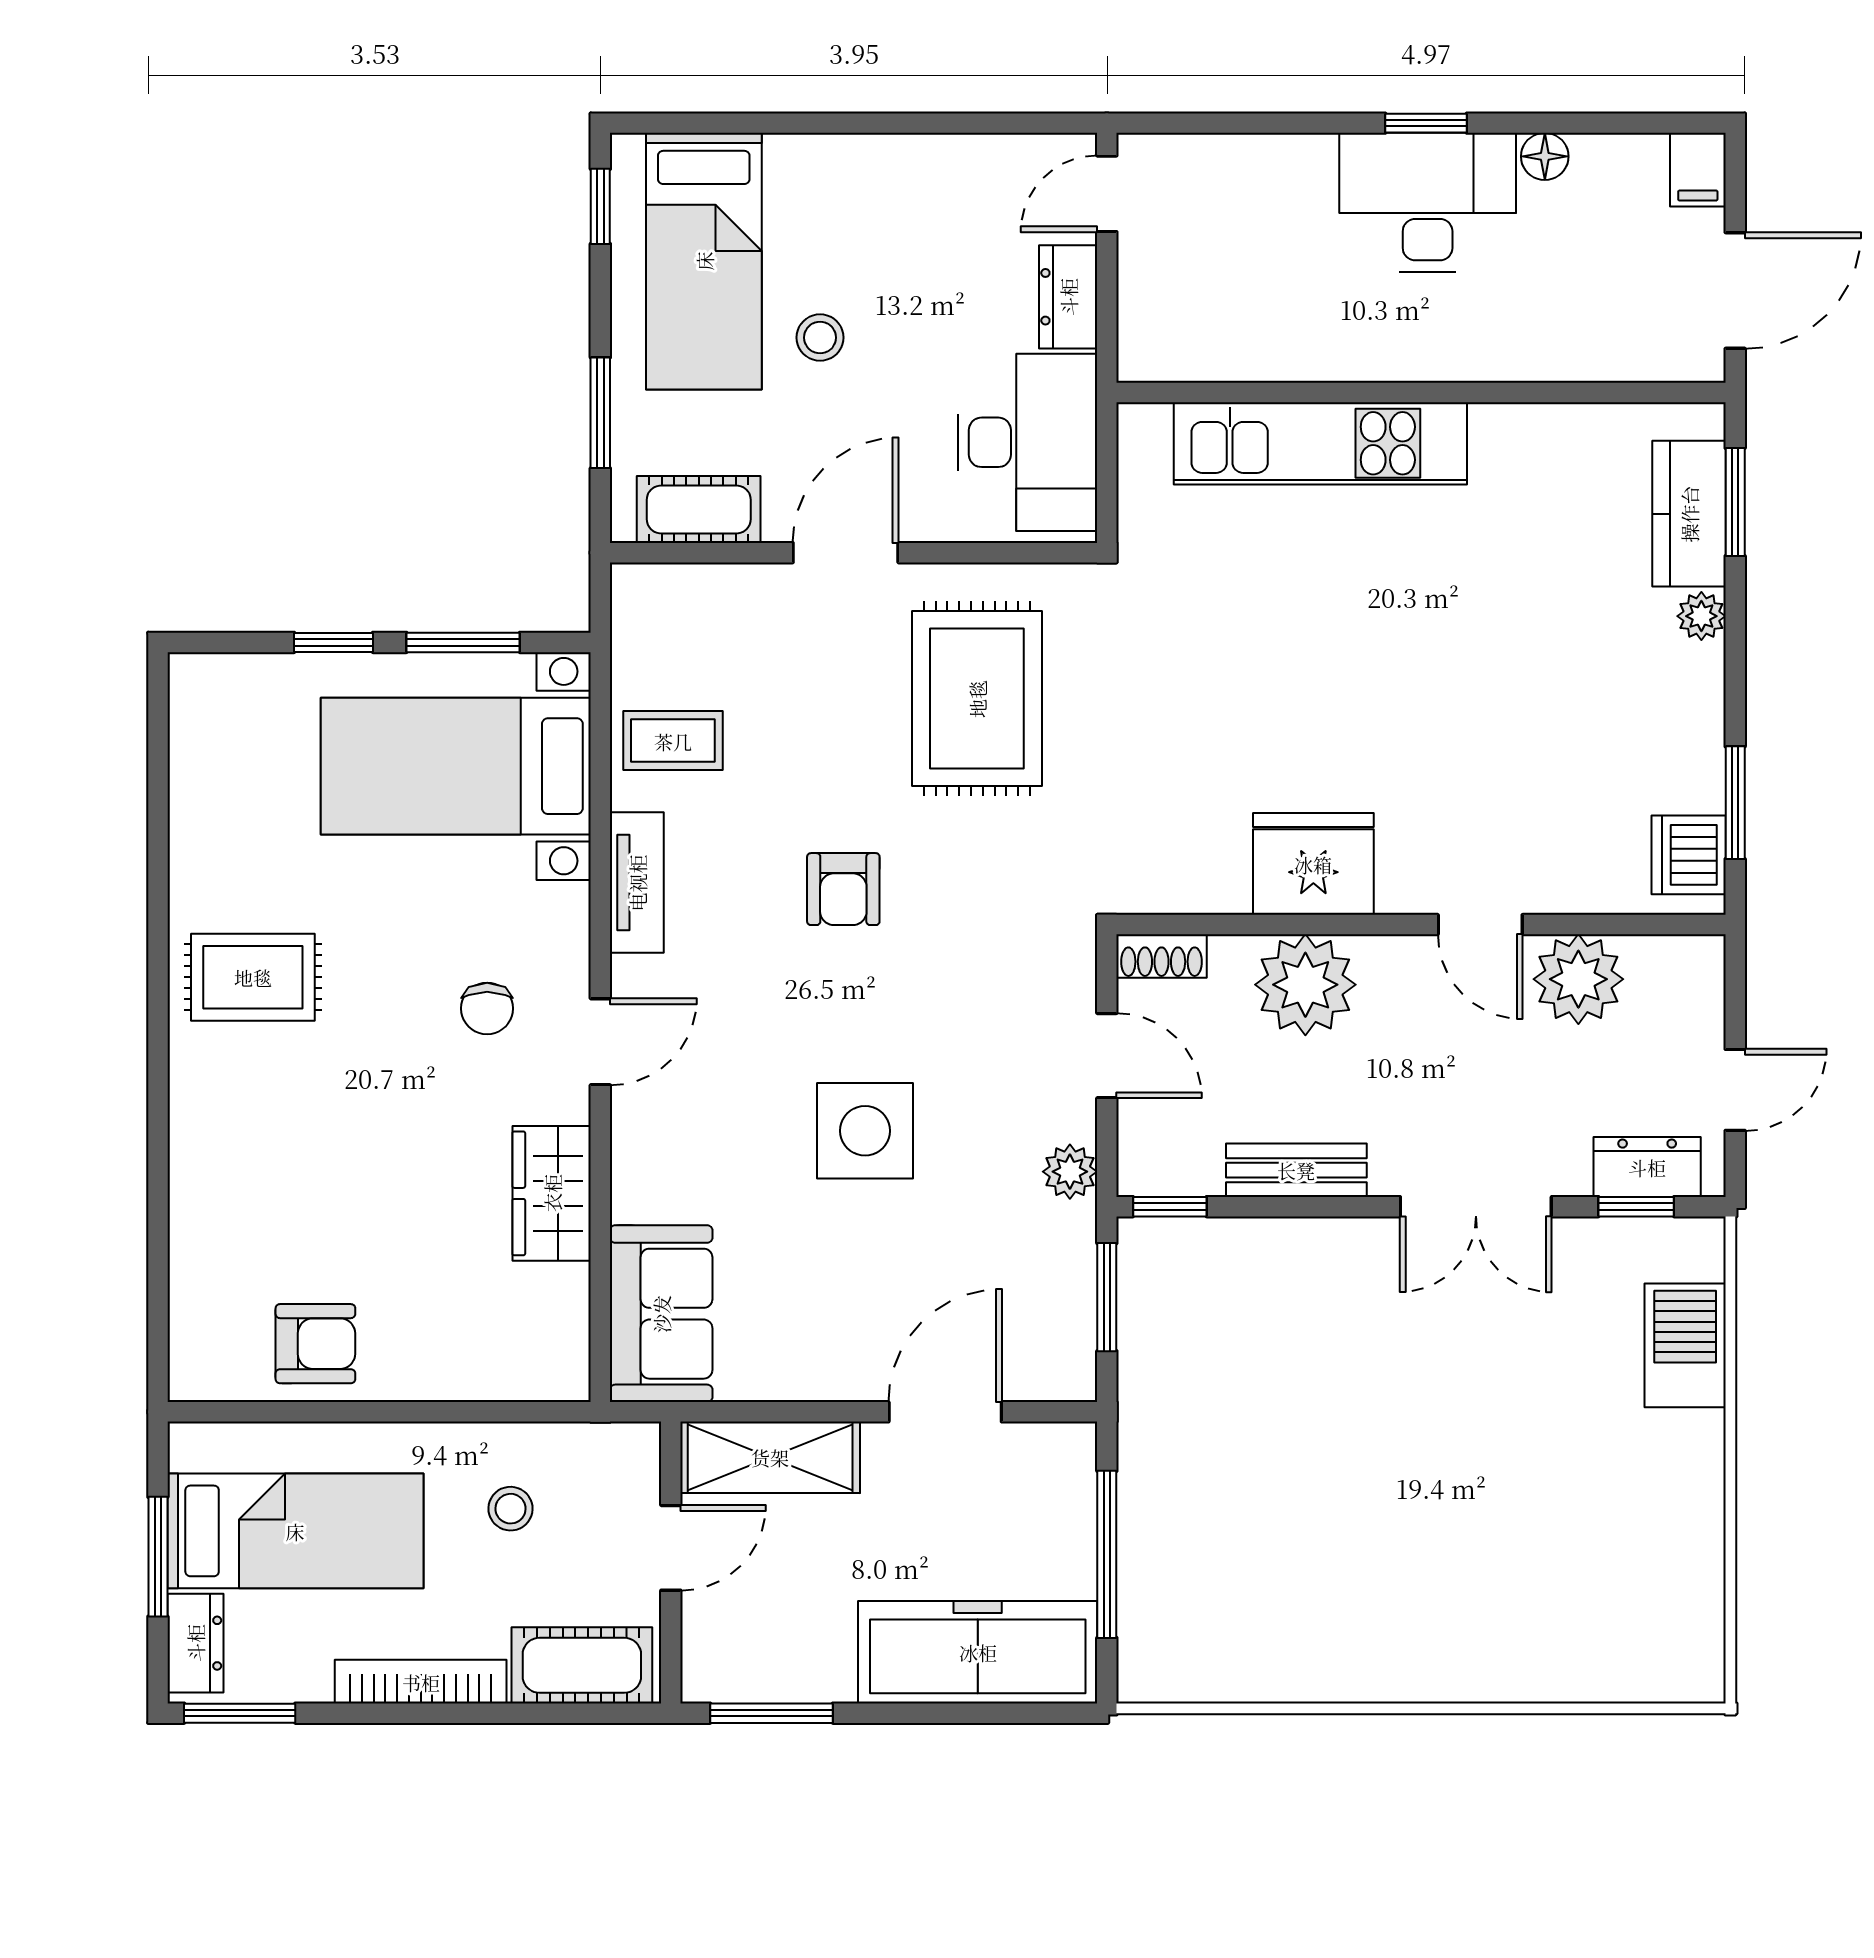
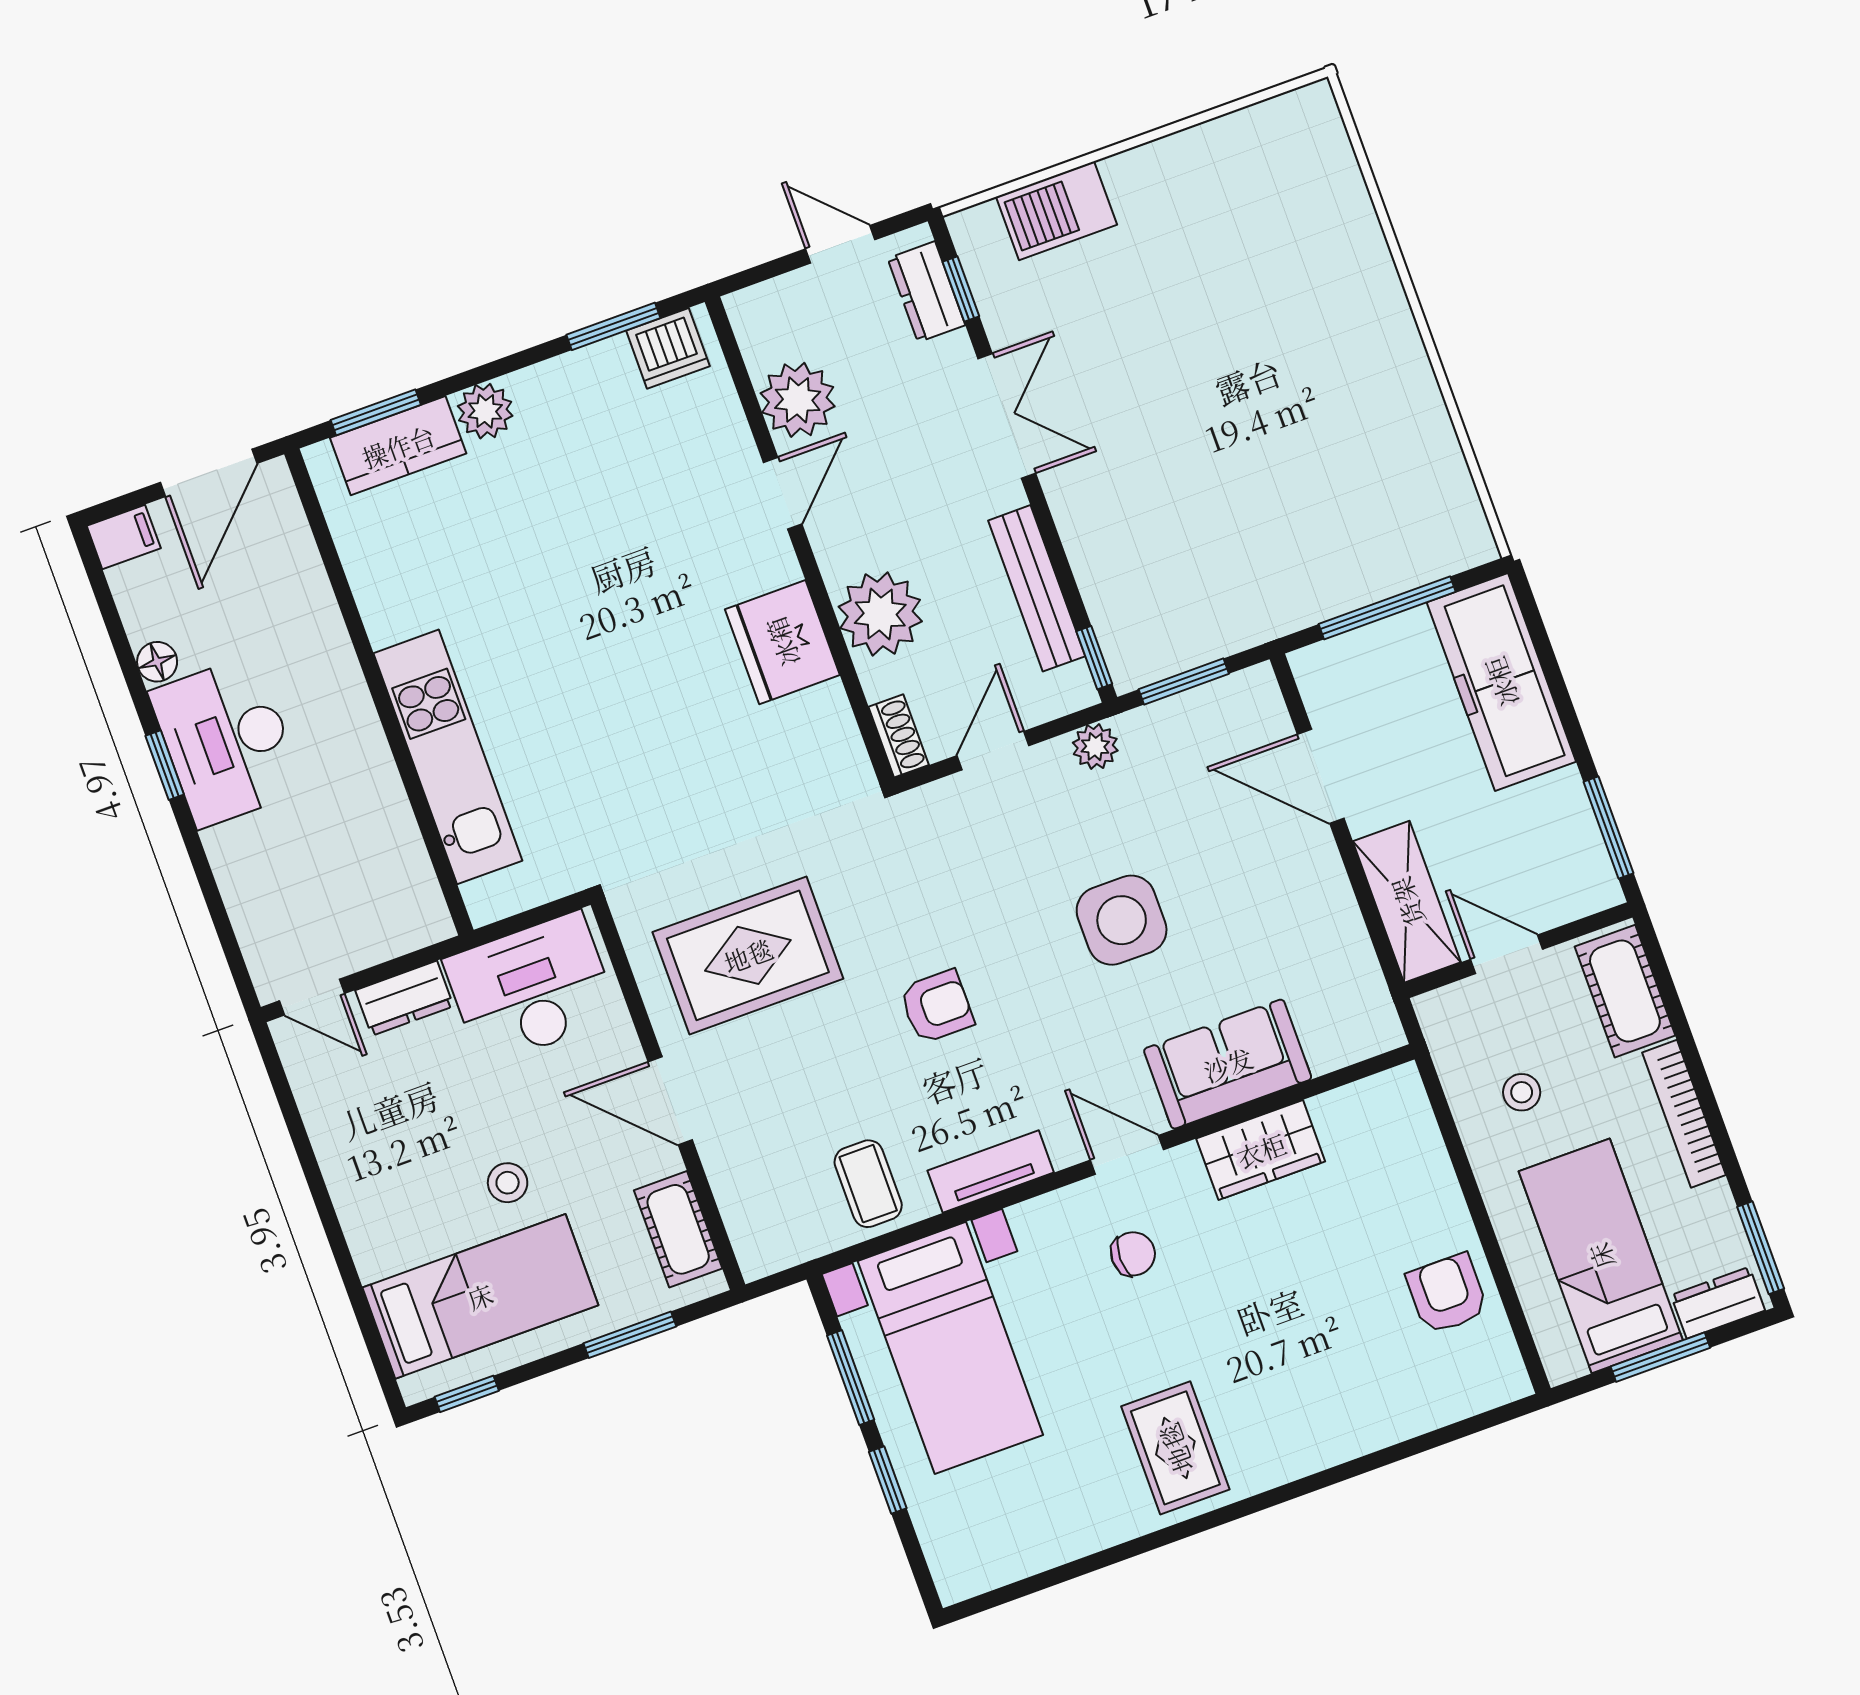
door: (1735, 291) -> (209, 473), swing flipped
plant: (1701, 616) -> (485, 411), width x1.38, depth x1.38
bench: (1296, 1170) -> (1037, 588), width x1.36
sofa: (661, 1314) -> (1228, 1064), moved

